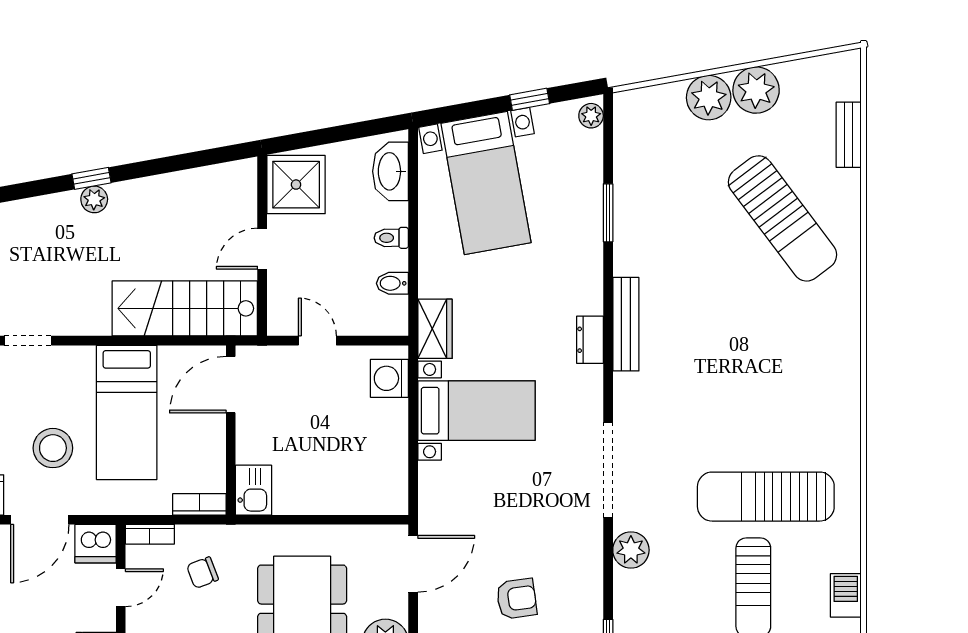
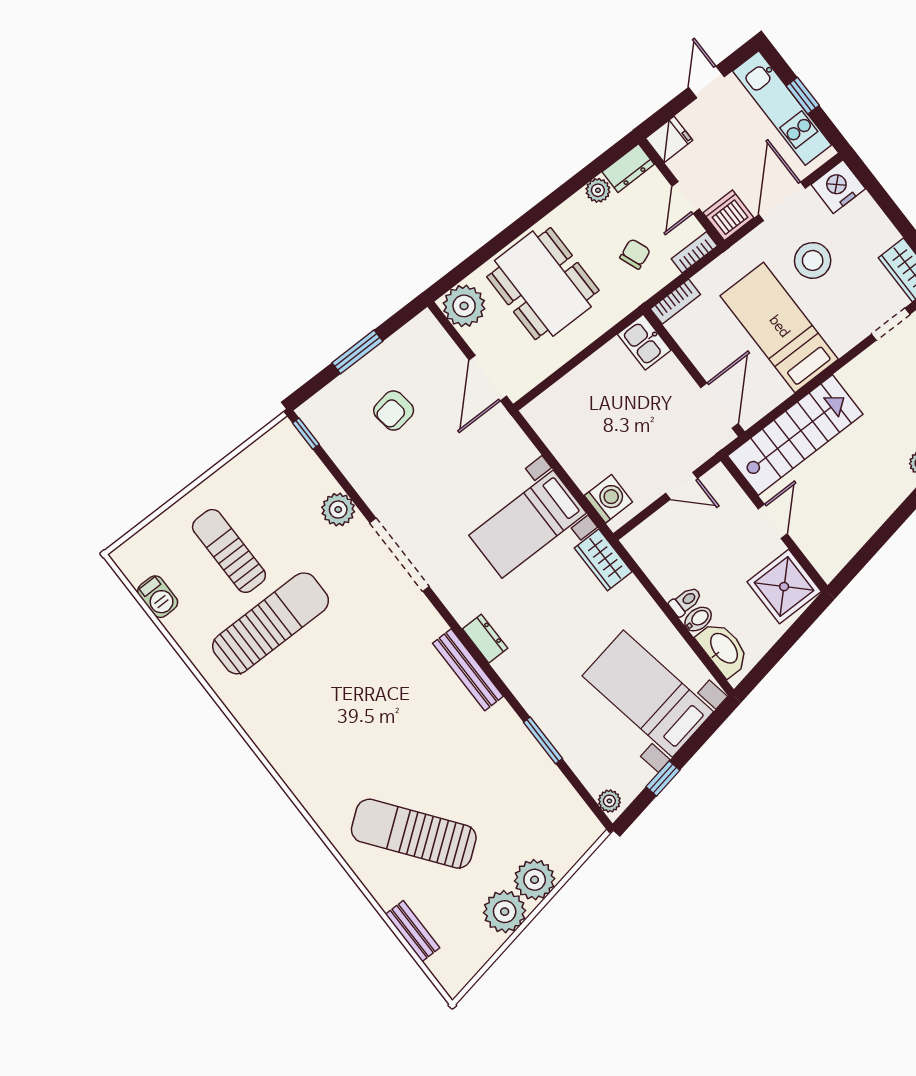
bidet: (392, 283) -> (698, 619), moved

